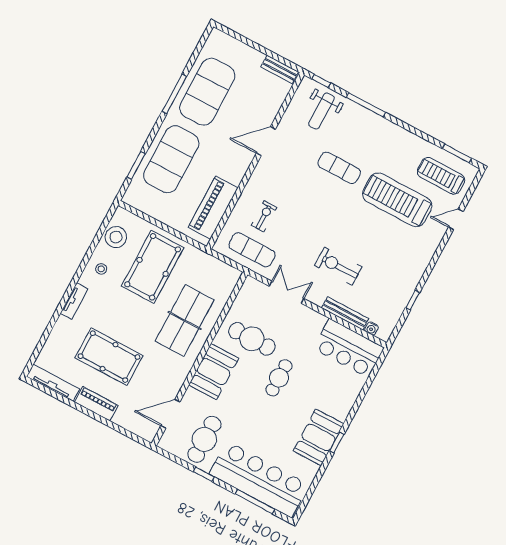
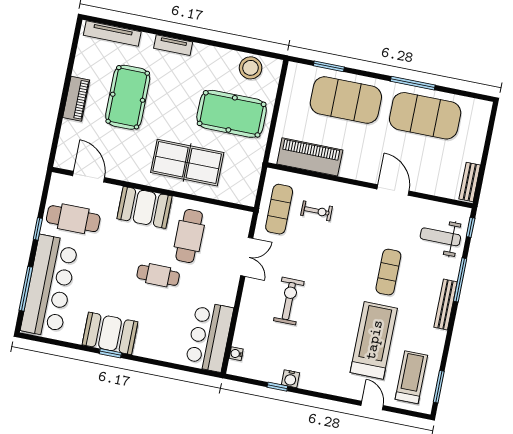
stool: (101, 269) -> (214, 63), removed
water cooler: (409, 286) -> (290, 379), added
bench: (345, 313) -> (446, 304), moved
tv unit: (53, 383) -> (112, 33), moved, turned 90

